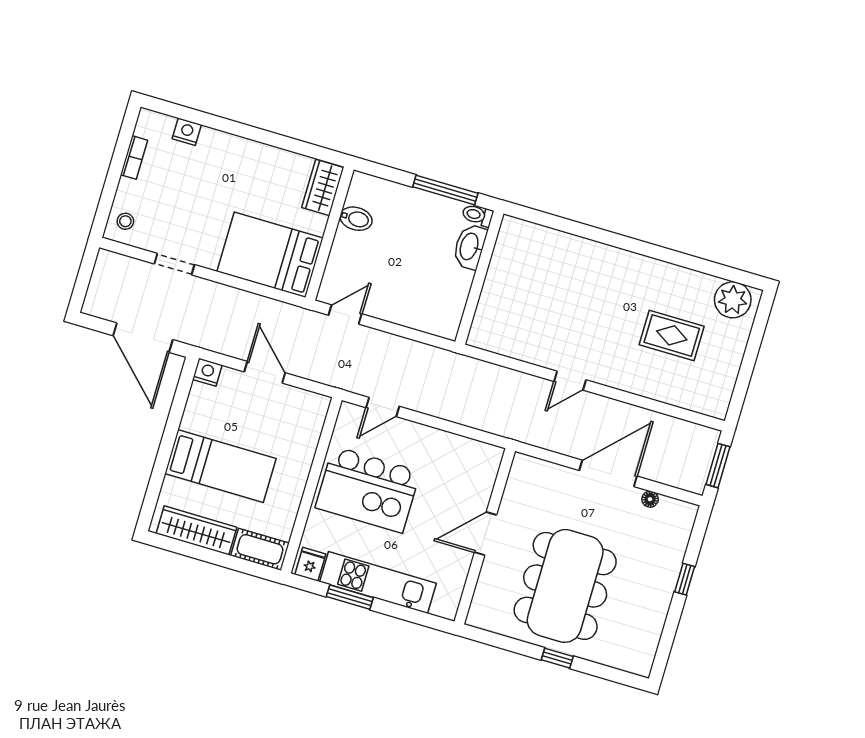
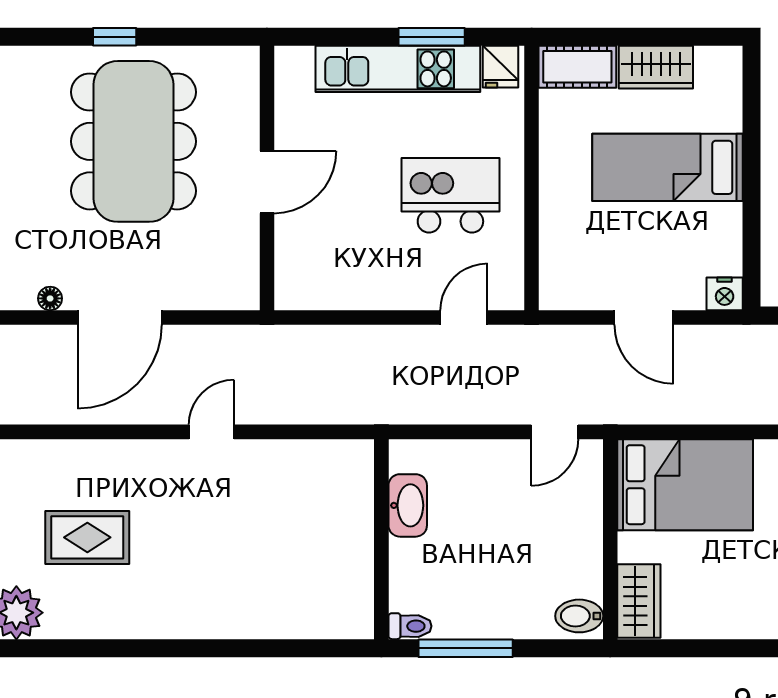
bidet: (356, 219) -> (579, 616), moved
washbasin: (470, 247) -> (408, 505), moved
kitchen island: (368, 490) -> (450, 195), width x0.73, depth x0.78
wardrobe: (197, 530) -> (656, 67), width x0.67

